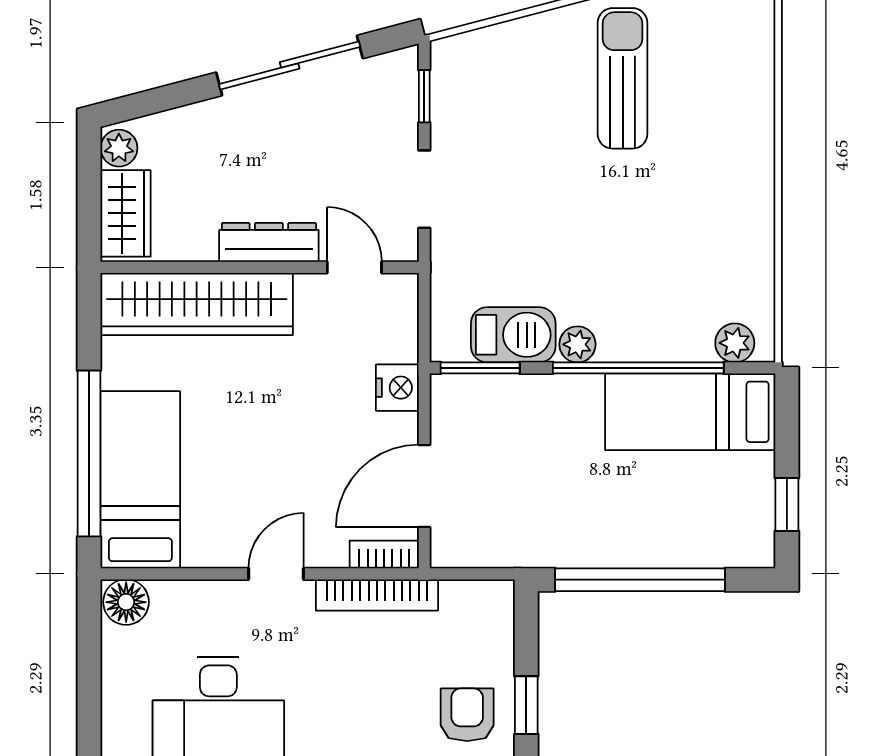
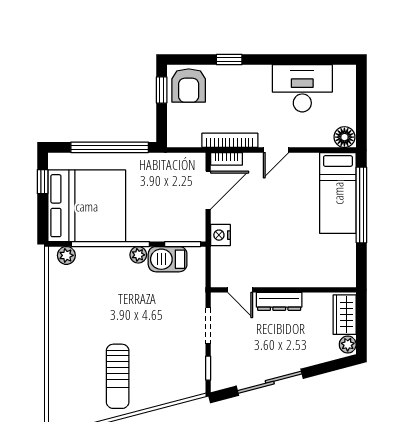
wardrobe: (197, 304) -> (312, 273), removed
bed: (690, 412) -> (87, 206), width x2.04
armchair: (467, 715) -> (189, 86), width x1.38, depth x1.38

